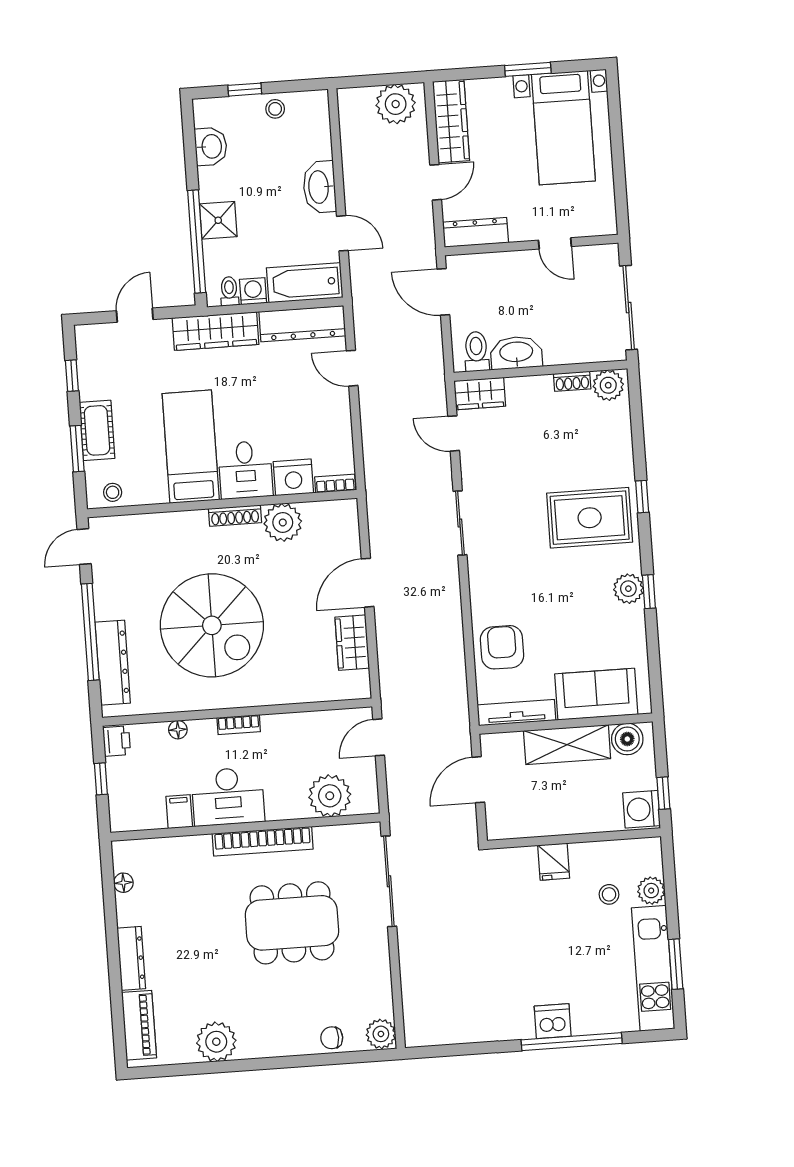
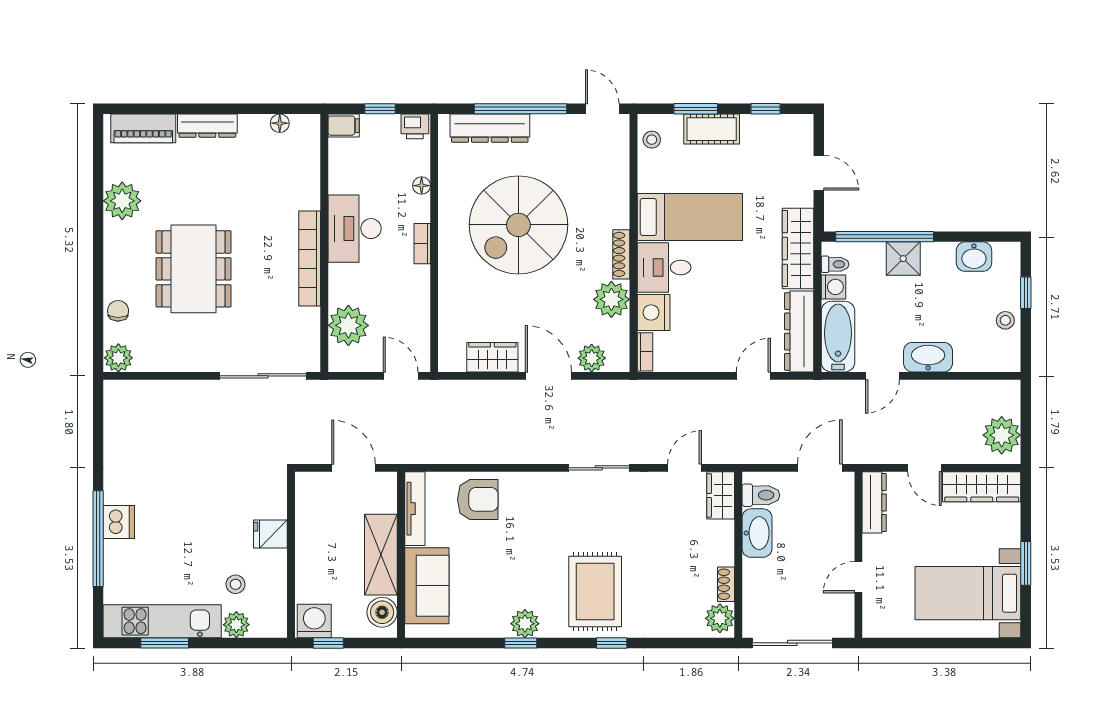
plant: (346, 539) -> (592, 358), added
filing cabinet: (179, 812) -> (344, 126), moved
dining table: (292, 923) -> (193, 269), moved

